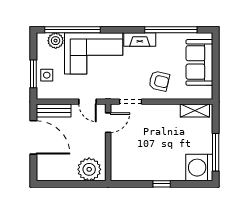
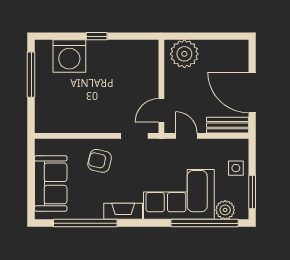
window: (33, 74) -> (252, 192), moved
shelving: (195, 110) -> (56, 125), removed
washing machine: (199, 168) -> (69, 56), moved, turned 90

